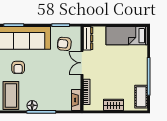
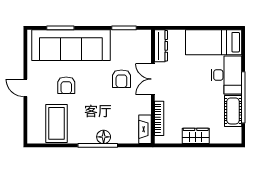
armchair: (64, 44) -> (121, 79), moved, turned -95
desk: (136, 60) -> (226, 75), added
cot: (141, 97) -> (233, 111), moved
floor lamp: (32, 105) -> (104, 137), moved

